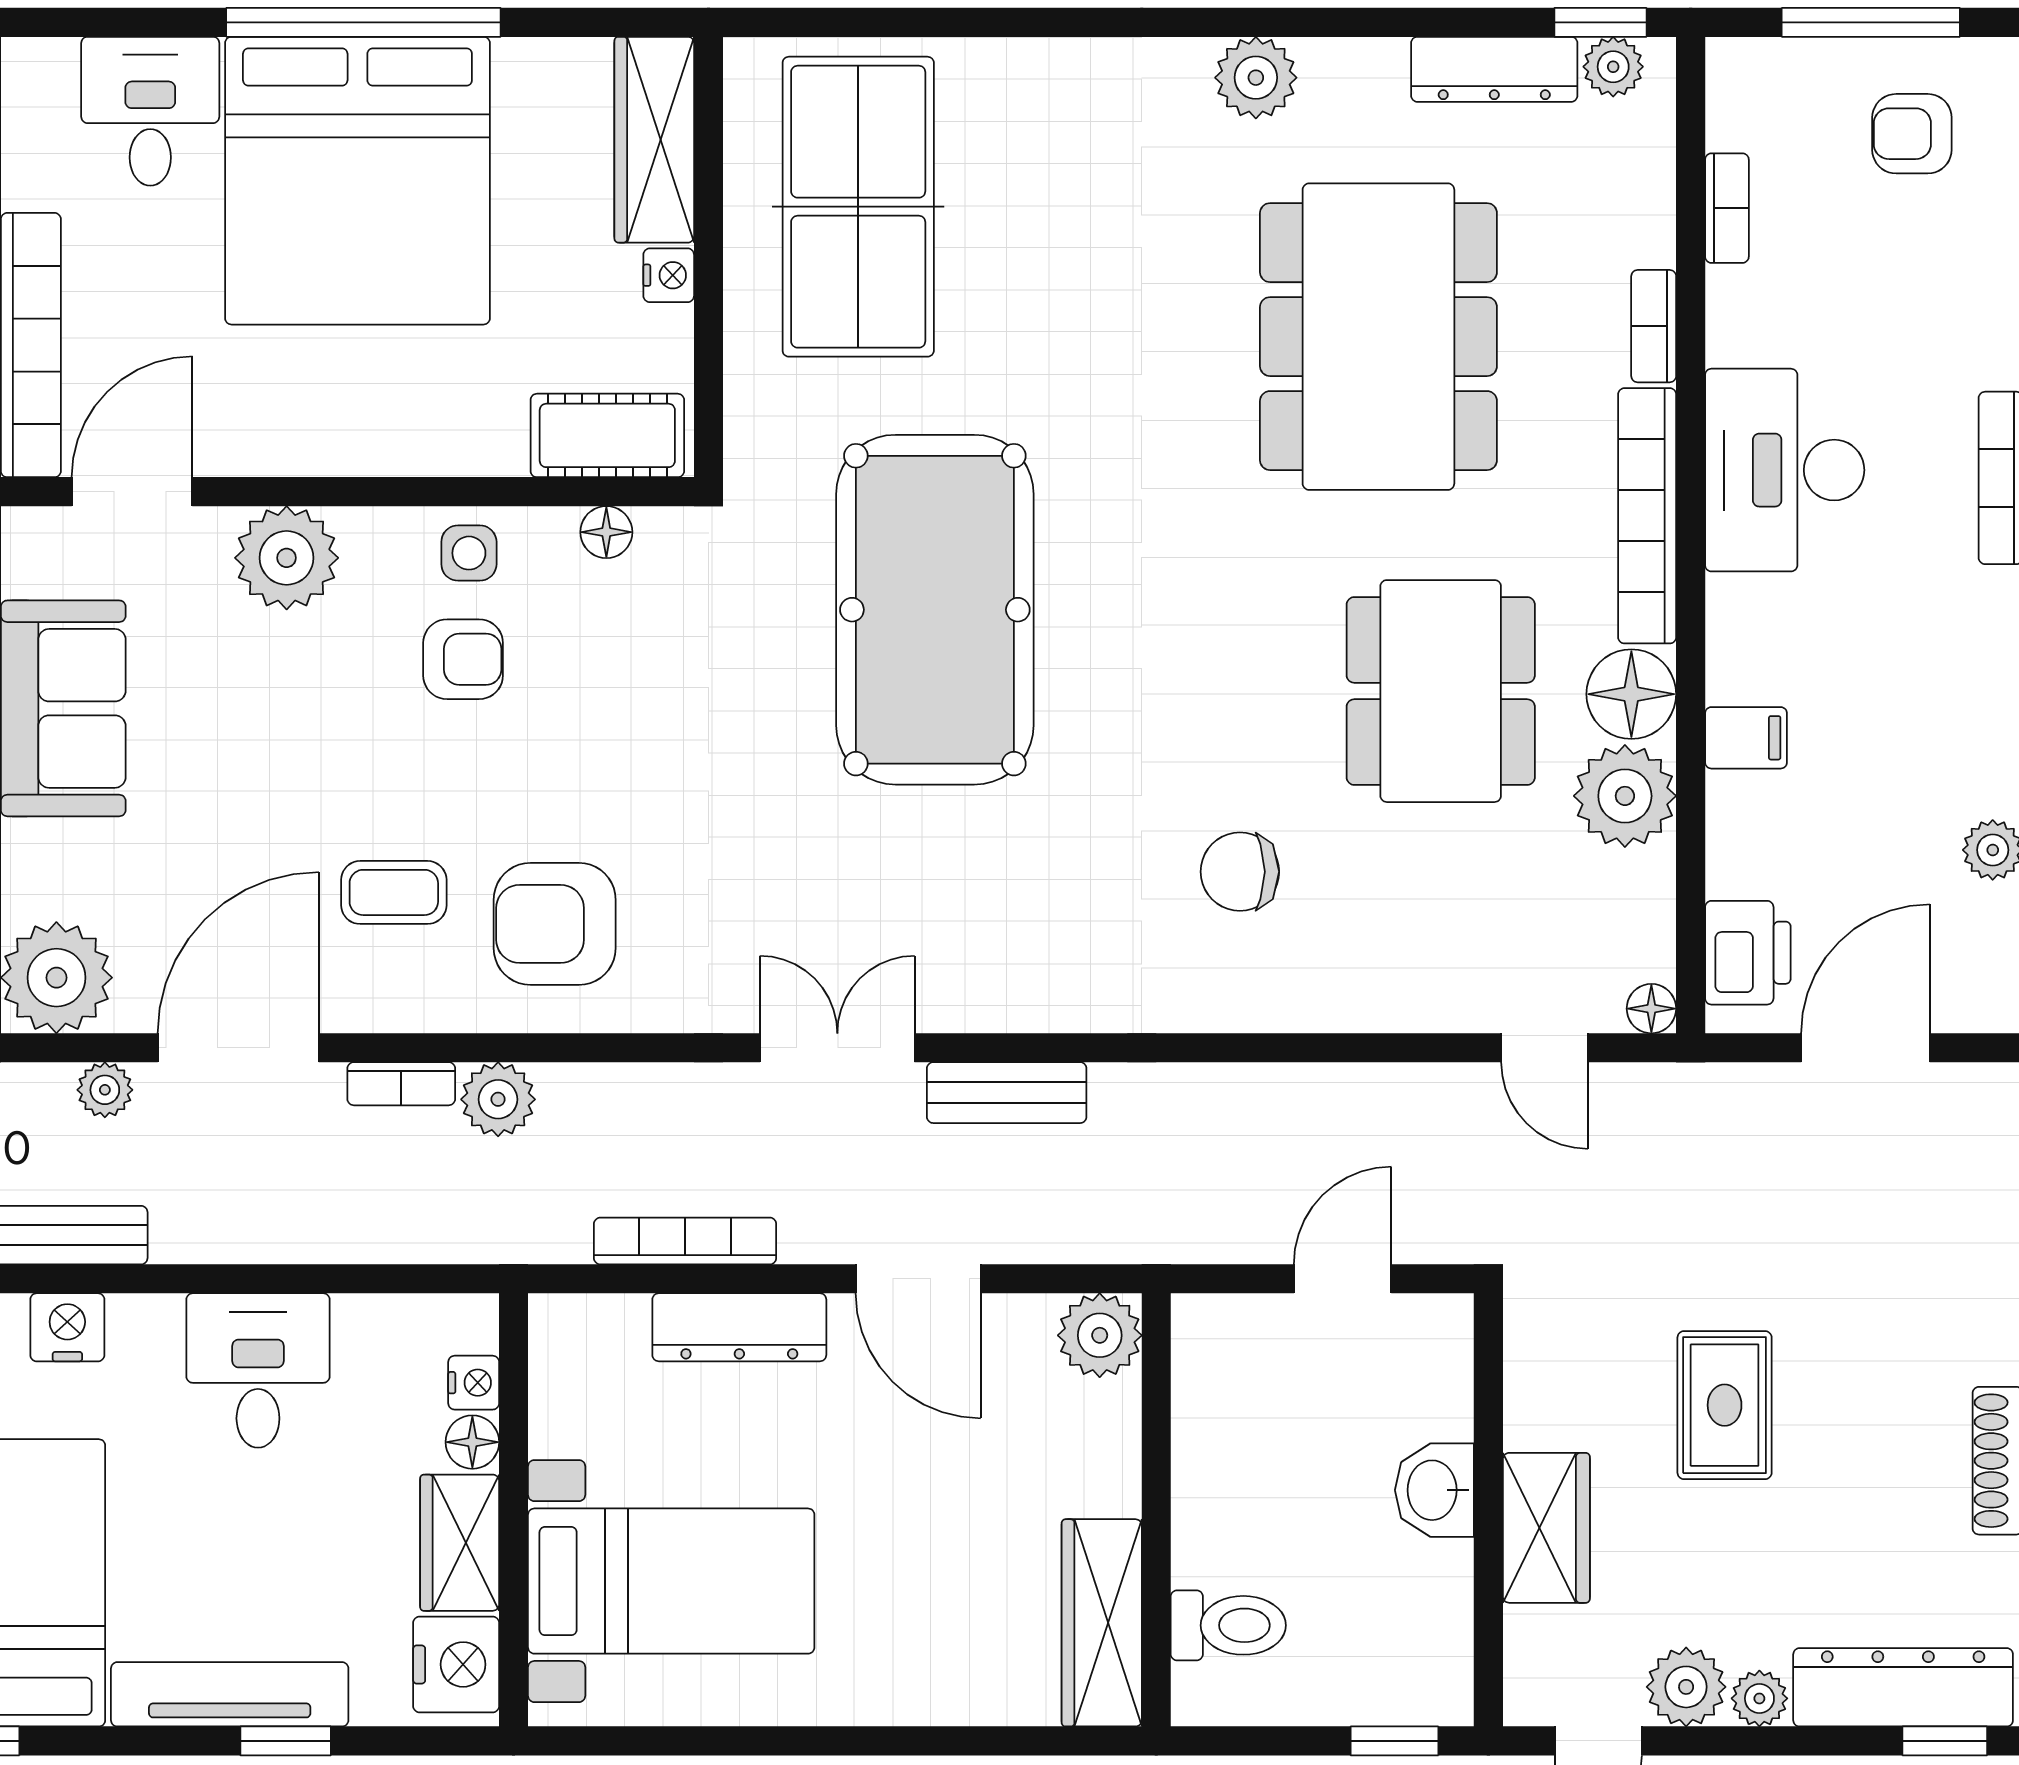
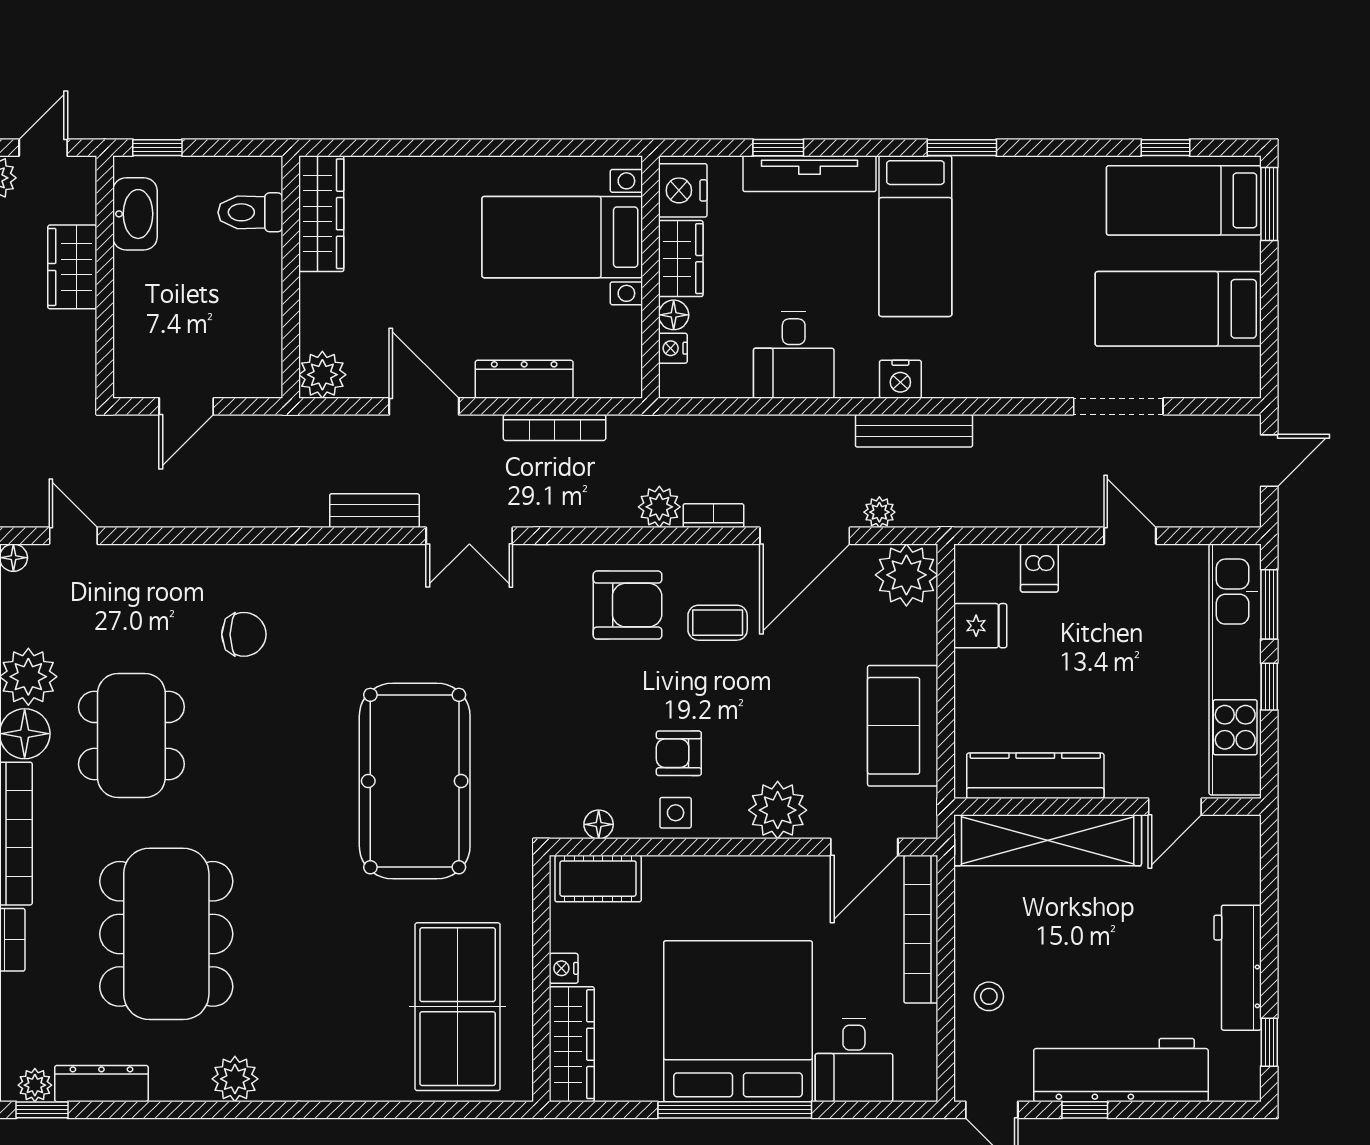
washbasin: (1434, 1490) -> (135, 214), moved, width x1.38

